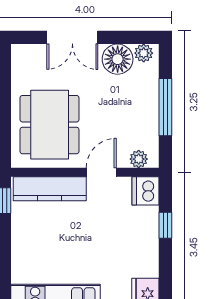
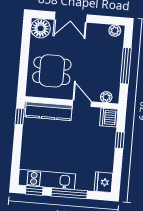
floor lamp: (118, 59) -> (41, 28), moved
dining table: (50, 125) -> (52, 71), width x0.73
door: (101, 172) -> (82, 103), hinge flipped

